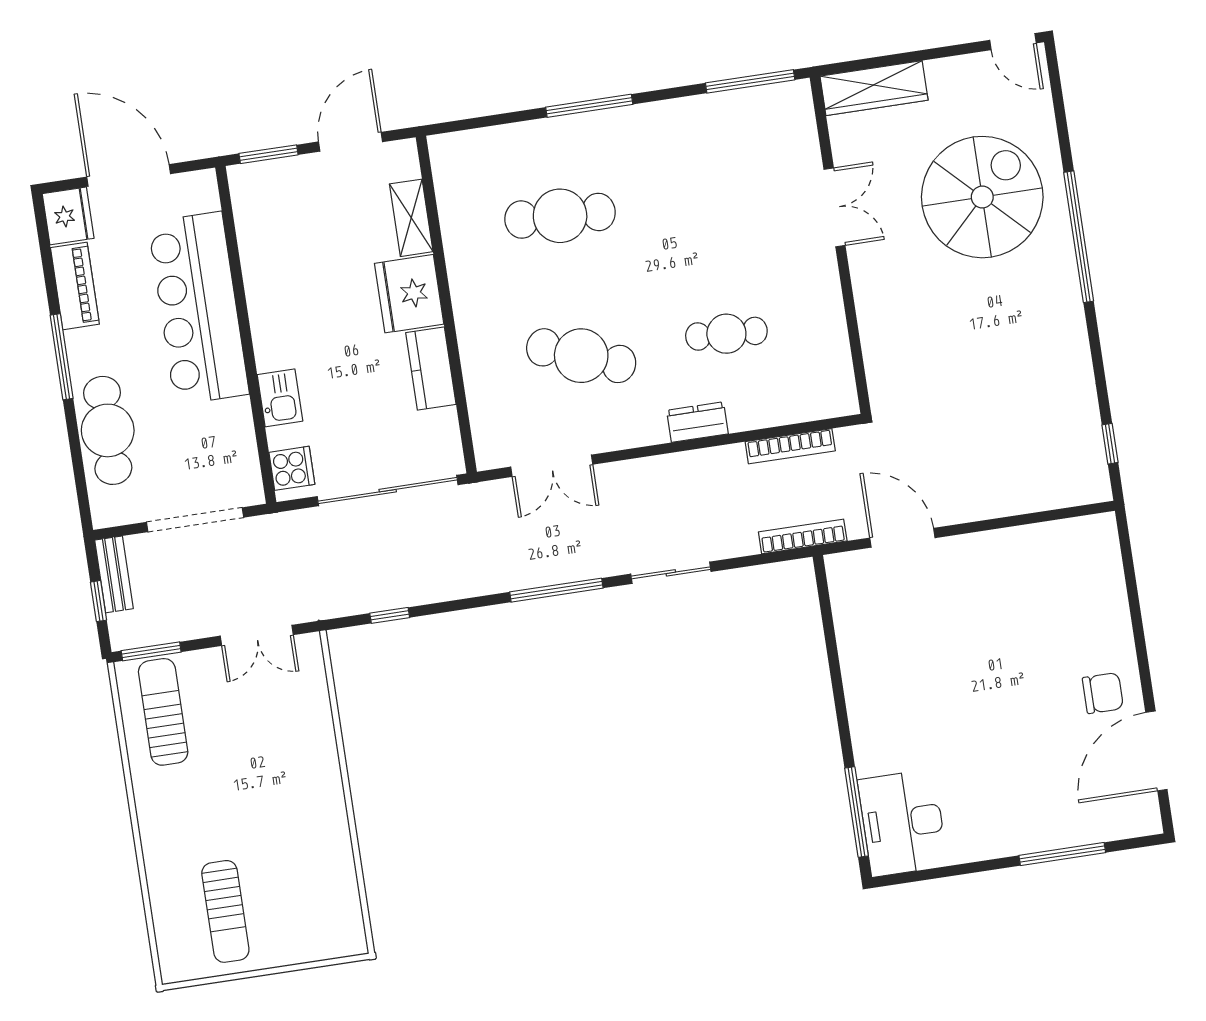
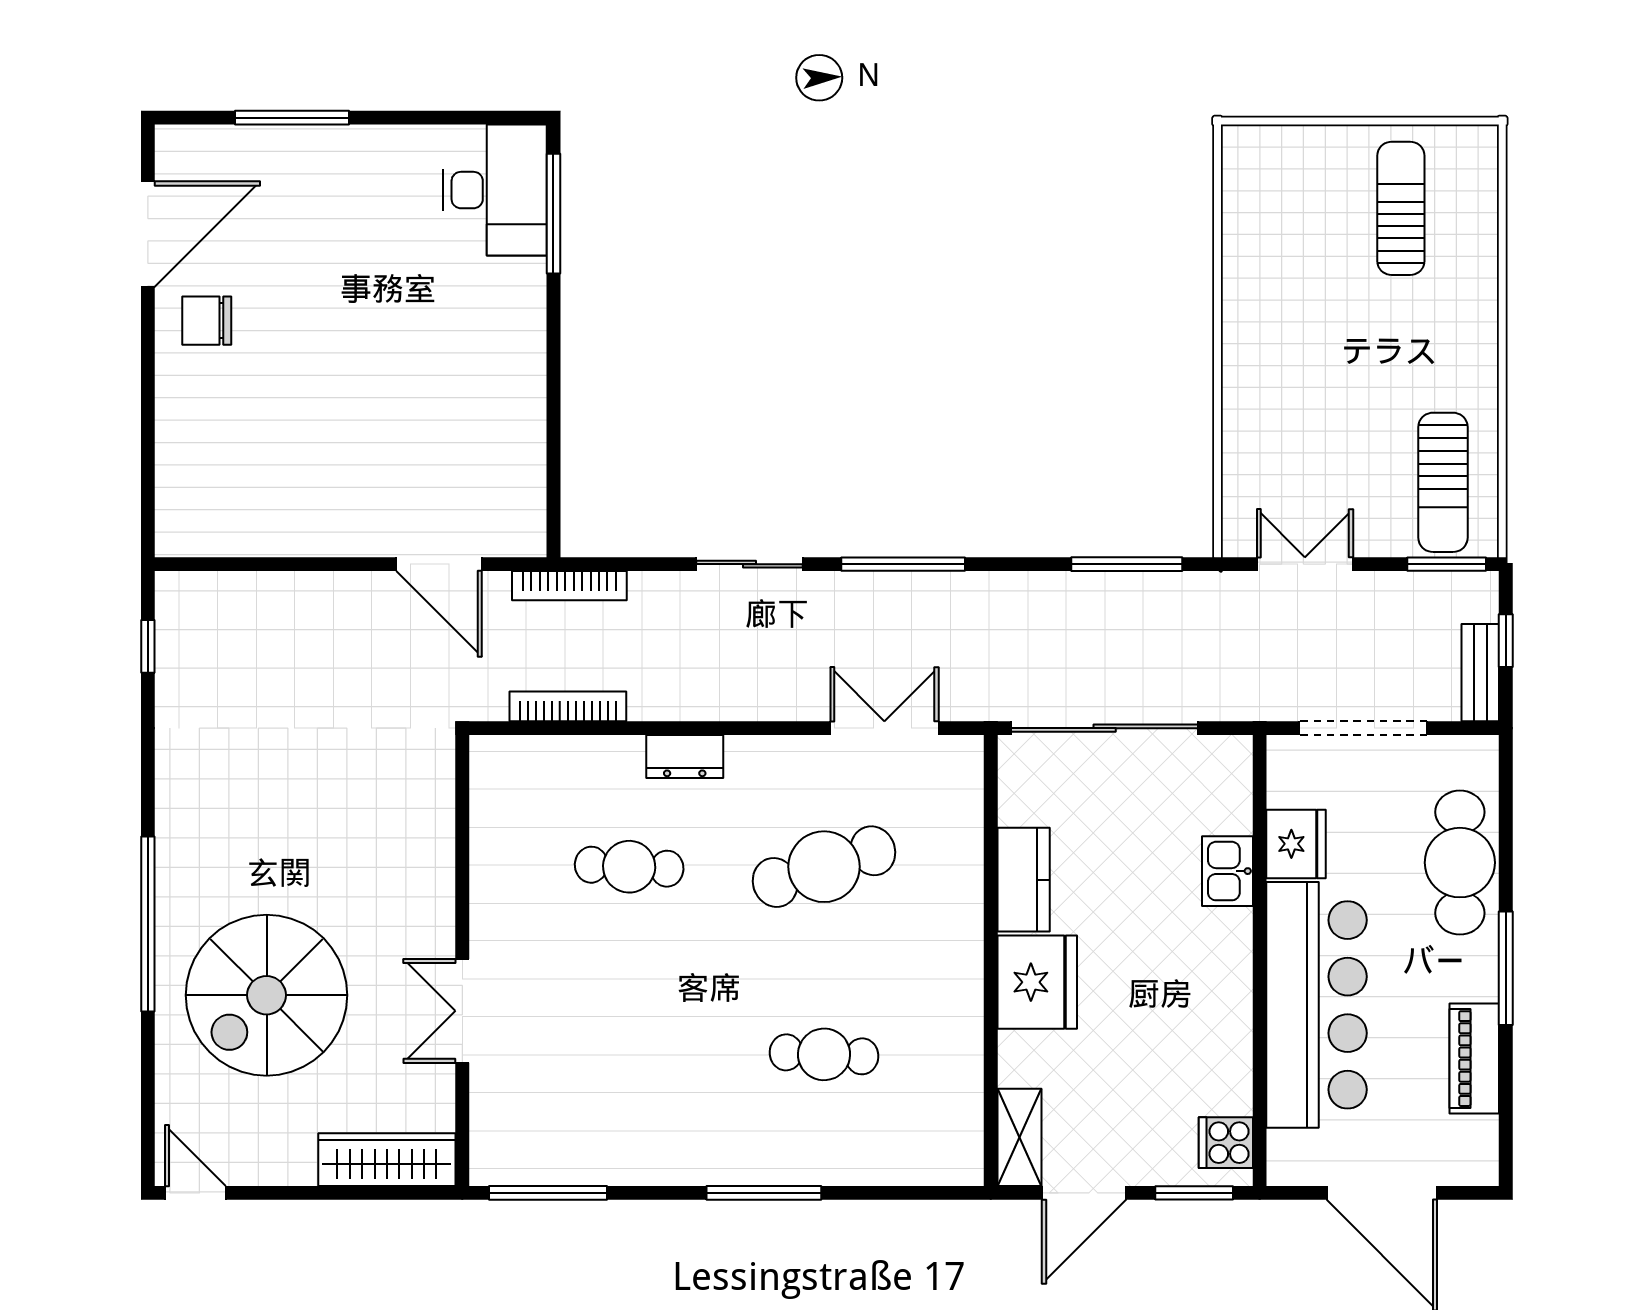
fridge: (68, 216) -> (1296, 844), moved, turned 180
cafe table: (560, 216) -> (824, 1054), width x0.73, depth x0.74
shelving: (411, 218) -> (1020, 1137), moved
cafe table: (581, 356) -> (824, 867), turned -39
cooker: (292, 468) -> (1226, 1143), moved
window: (390, 615) -> (1127, 564), width x2.17

